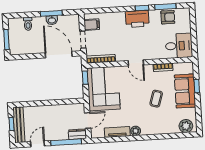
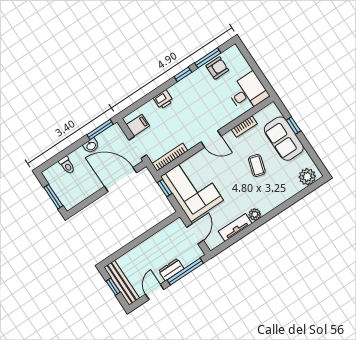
window: (51, 13) -> (100, 129), moved
printer: (137, 19) -> (163, 100), moved, width x0.53, depth x0.68
dresser: (77, 134) -> (171, 270), moved

